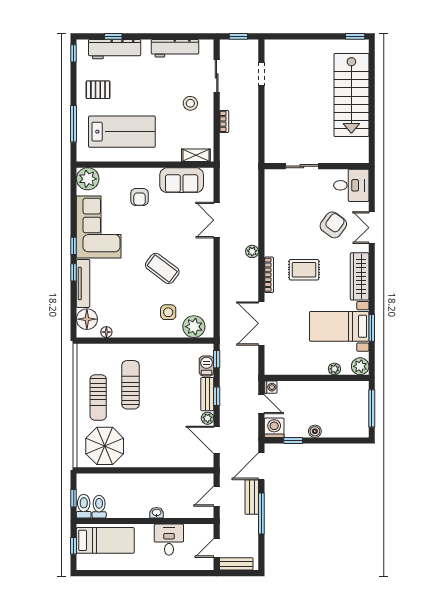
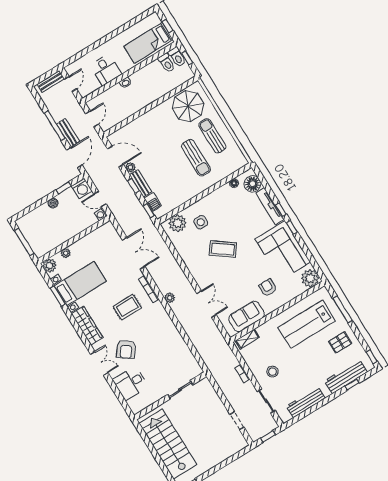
sliding door: (302, 166) -> (180, 390), moved
wall: (317, 166) -> (170, 396), moved

